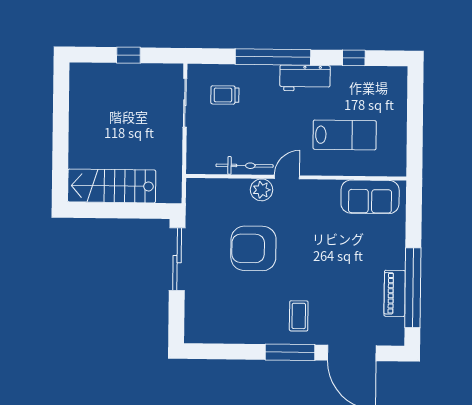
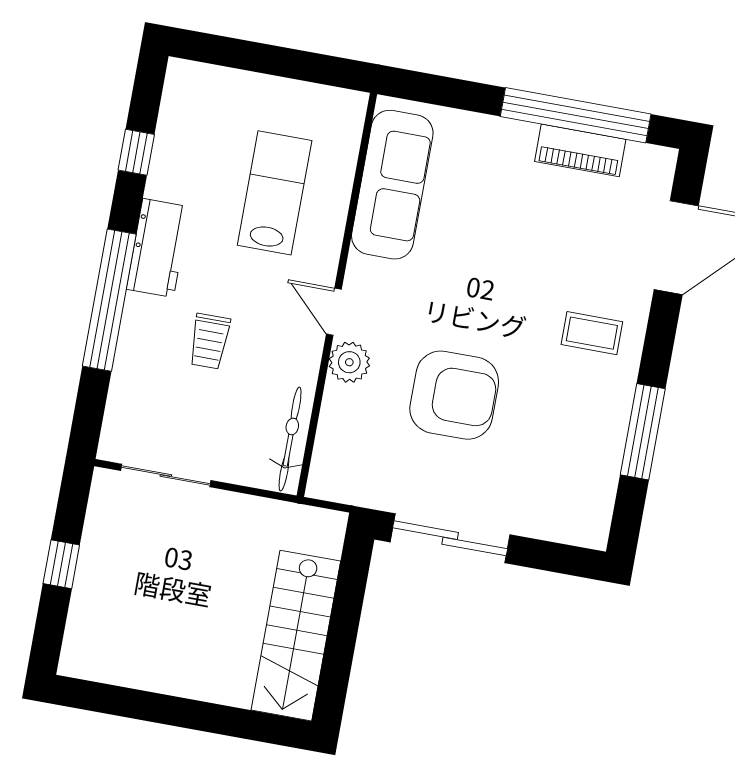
trolley: (225, 95) -> (209, 341), moved
bicycle: (245, 166) -> (290, 439), moved
sofa: (370, 197) -> (392, 185), width x1.36
armchair: (253, 248) -> (454, 395), turned -90
window: (290, 352) -> (643, 432), moved

